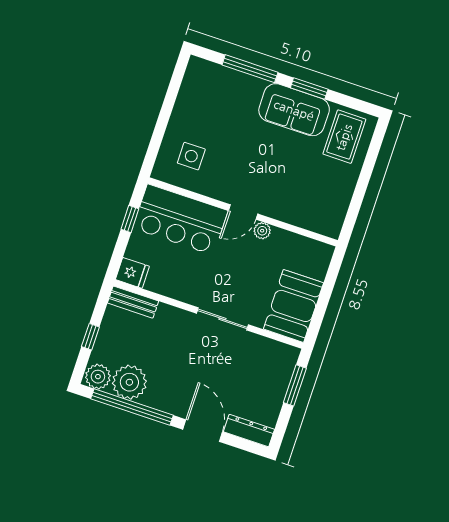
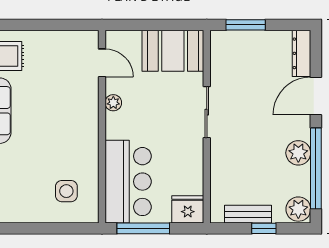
door: (243, 212) -> (102, 63), moved
window: (130, 219) -> (143, 228), width x2.17
fridge: (132, 273) -> (188, 209), width x1.38
bench: (133, 302) -> (248, 214), moved, turned 90
plant: (129, 382) -> (298, 153), moved, width x0.73, depth x0.73

